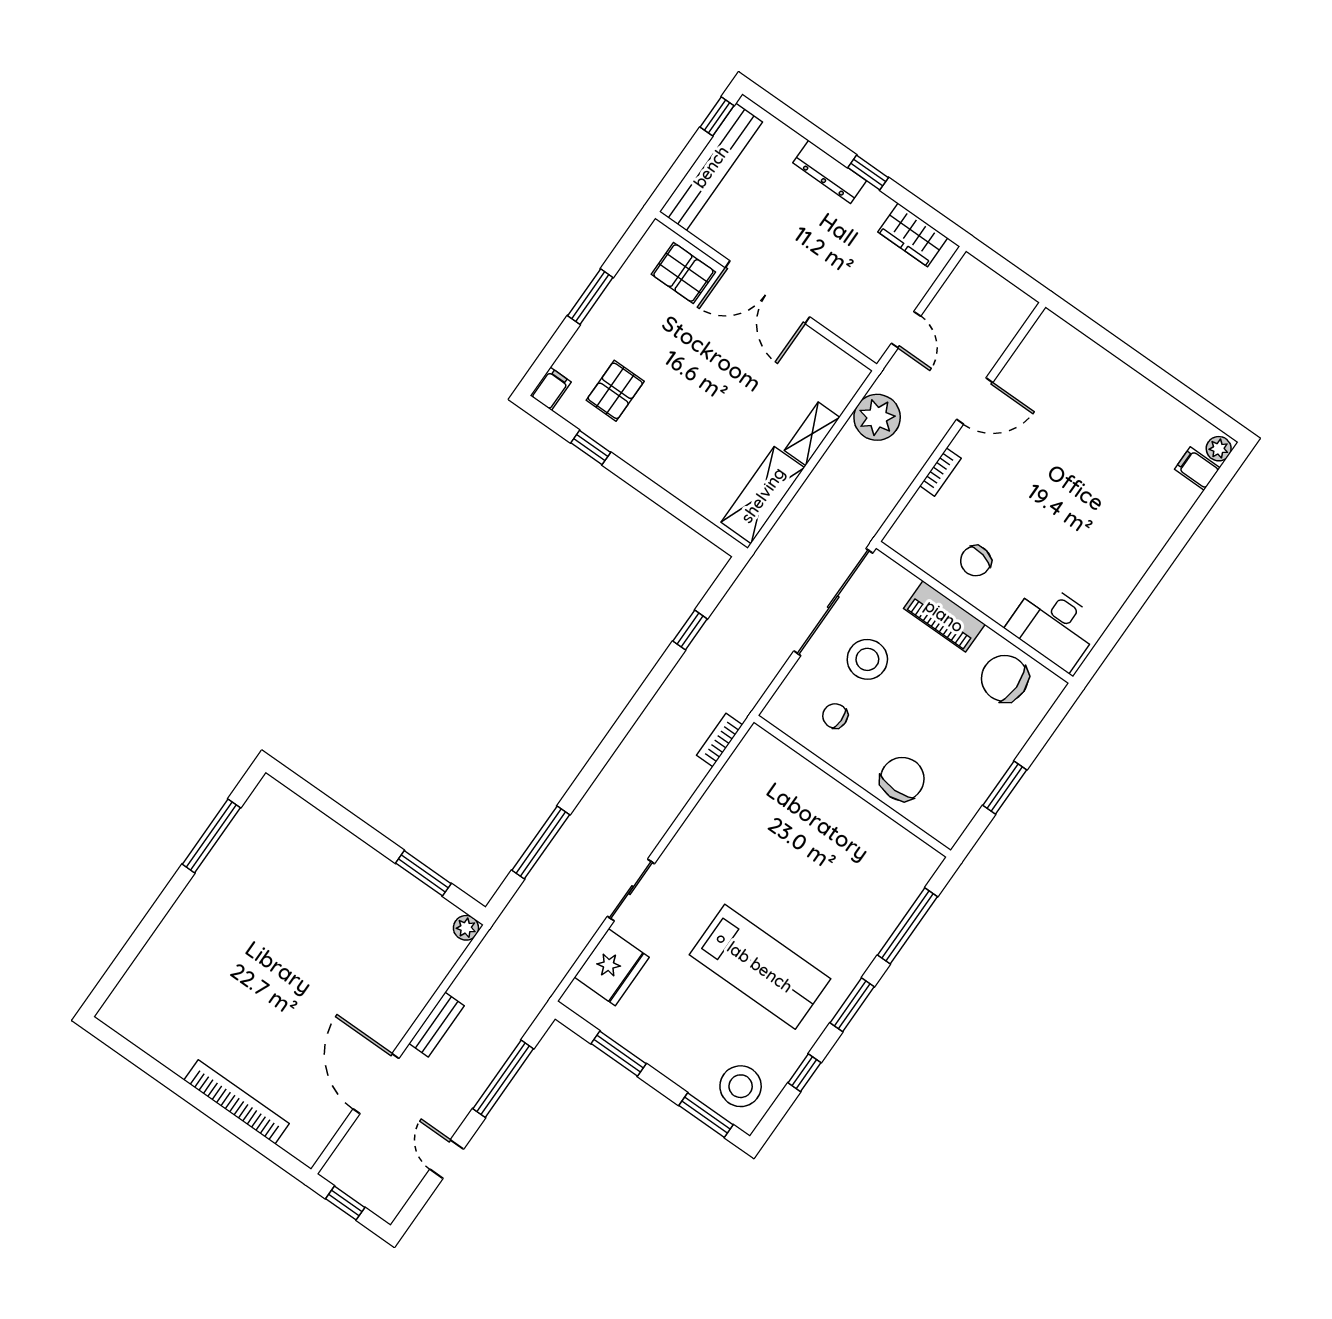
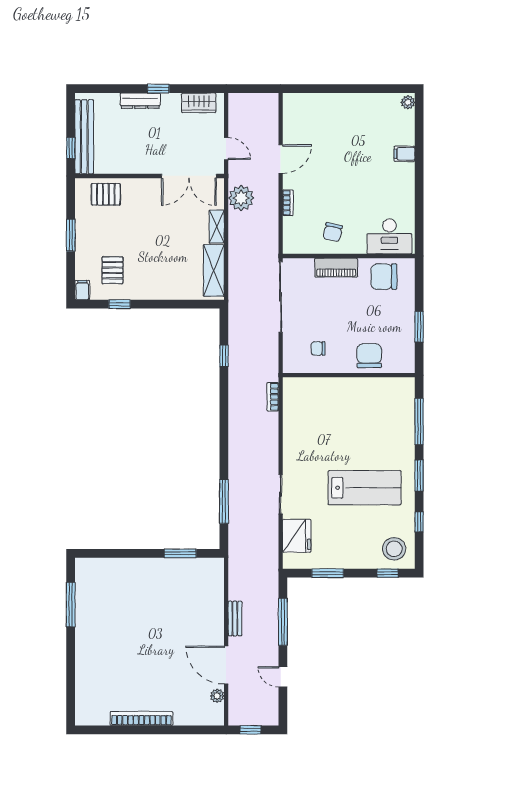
window: (717, 116) -> (71, 148), moved
double door: (767, 292) -> (189, 176), moved
filing cabinet: (1197, 468) -> (404, 154), moved
stool: (867, 659) -> (315, 312), removed
plant: (466, 928) -> (217, 696), moved
bookcase: (237, 1102) -> (141, 718), moved
window: (706, 1115) -> (388, 573), width x0.67

